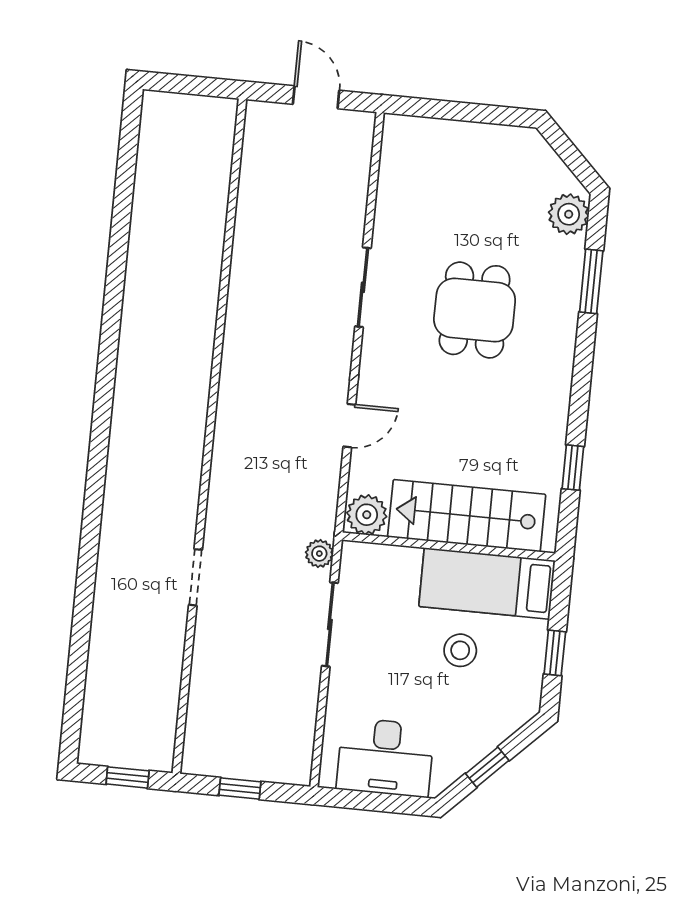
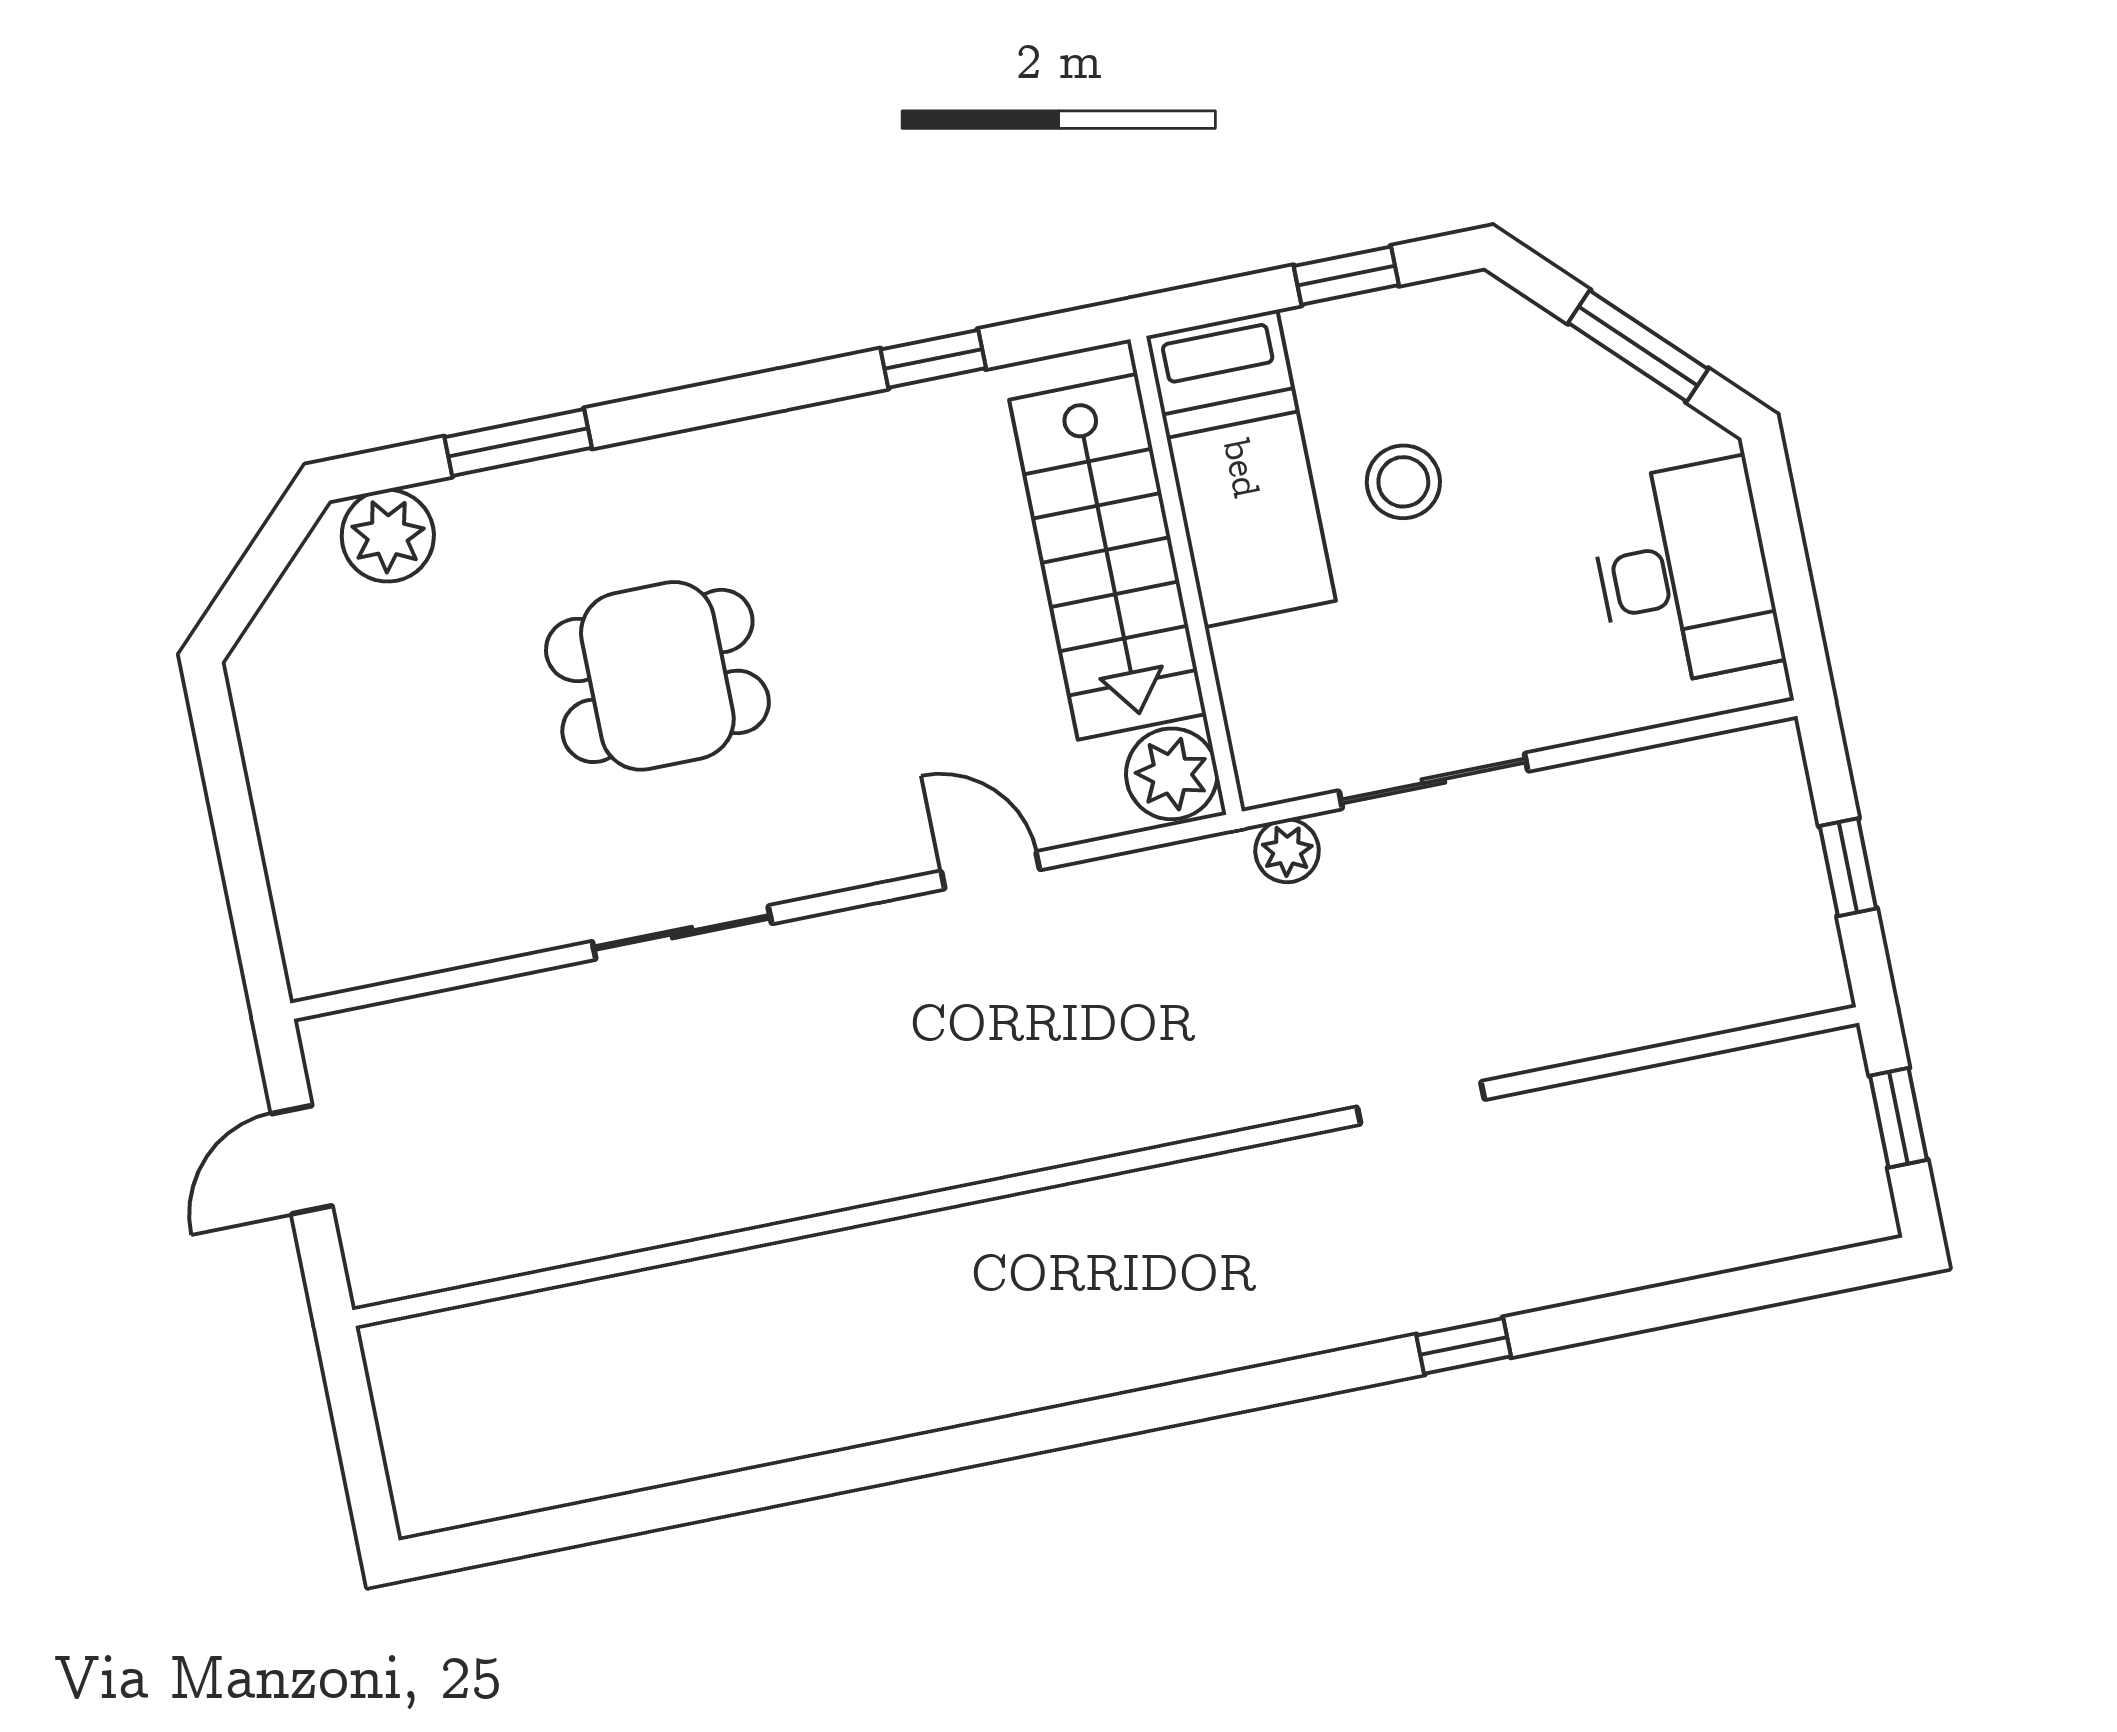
window: (87, 564) -> (1464, 1346), added
window: (487, 767) -> (1638, 346), width x1.50

